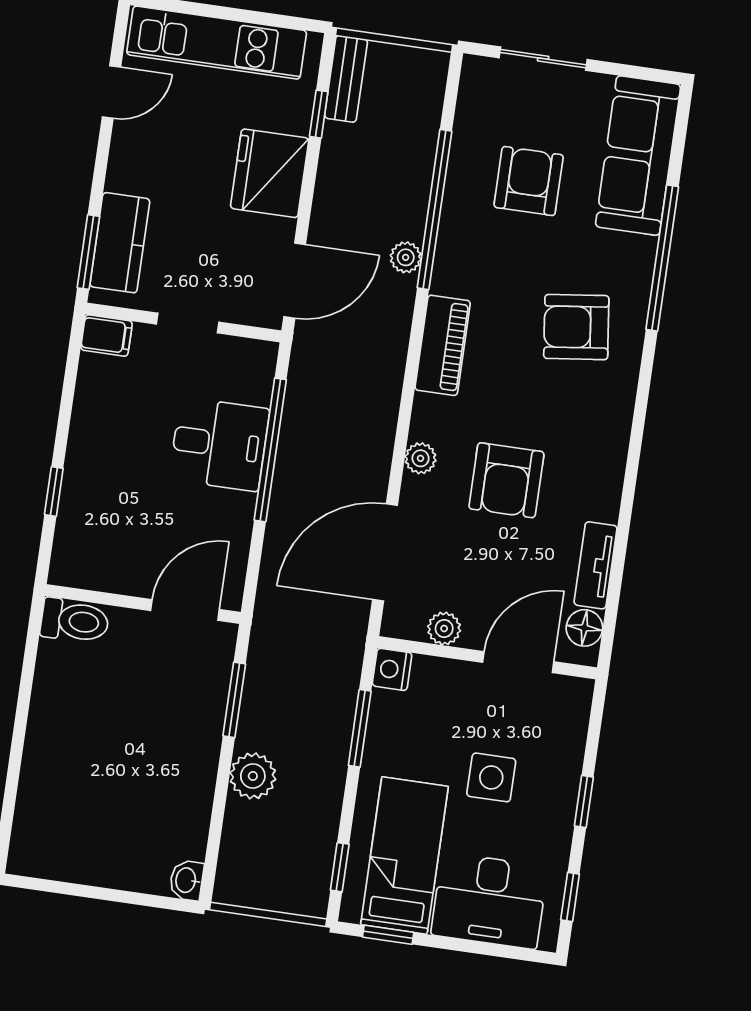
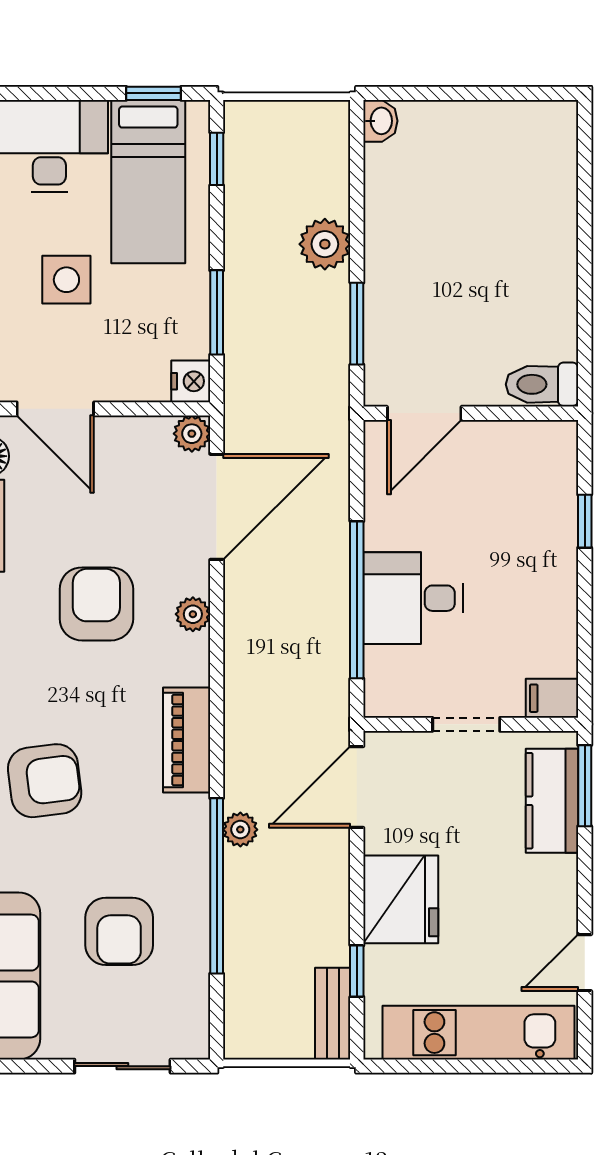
plant: (444, 629) -> (192, 434), moved
door: (518, 662) -> (55, 409), hinge flipped

